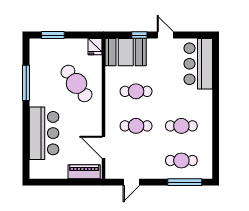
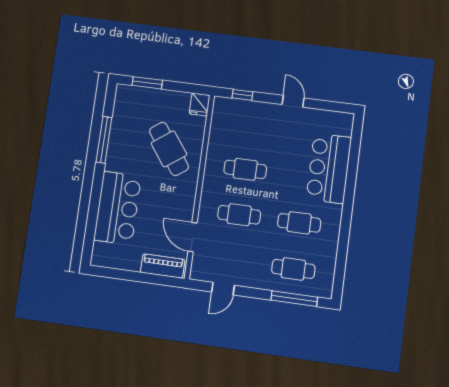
window: (139, 35) -> (242, 95), moved
booth: (126, 52) -> (238, 117), removed
bar counter: (198, 64) -> (329, 168), moved

